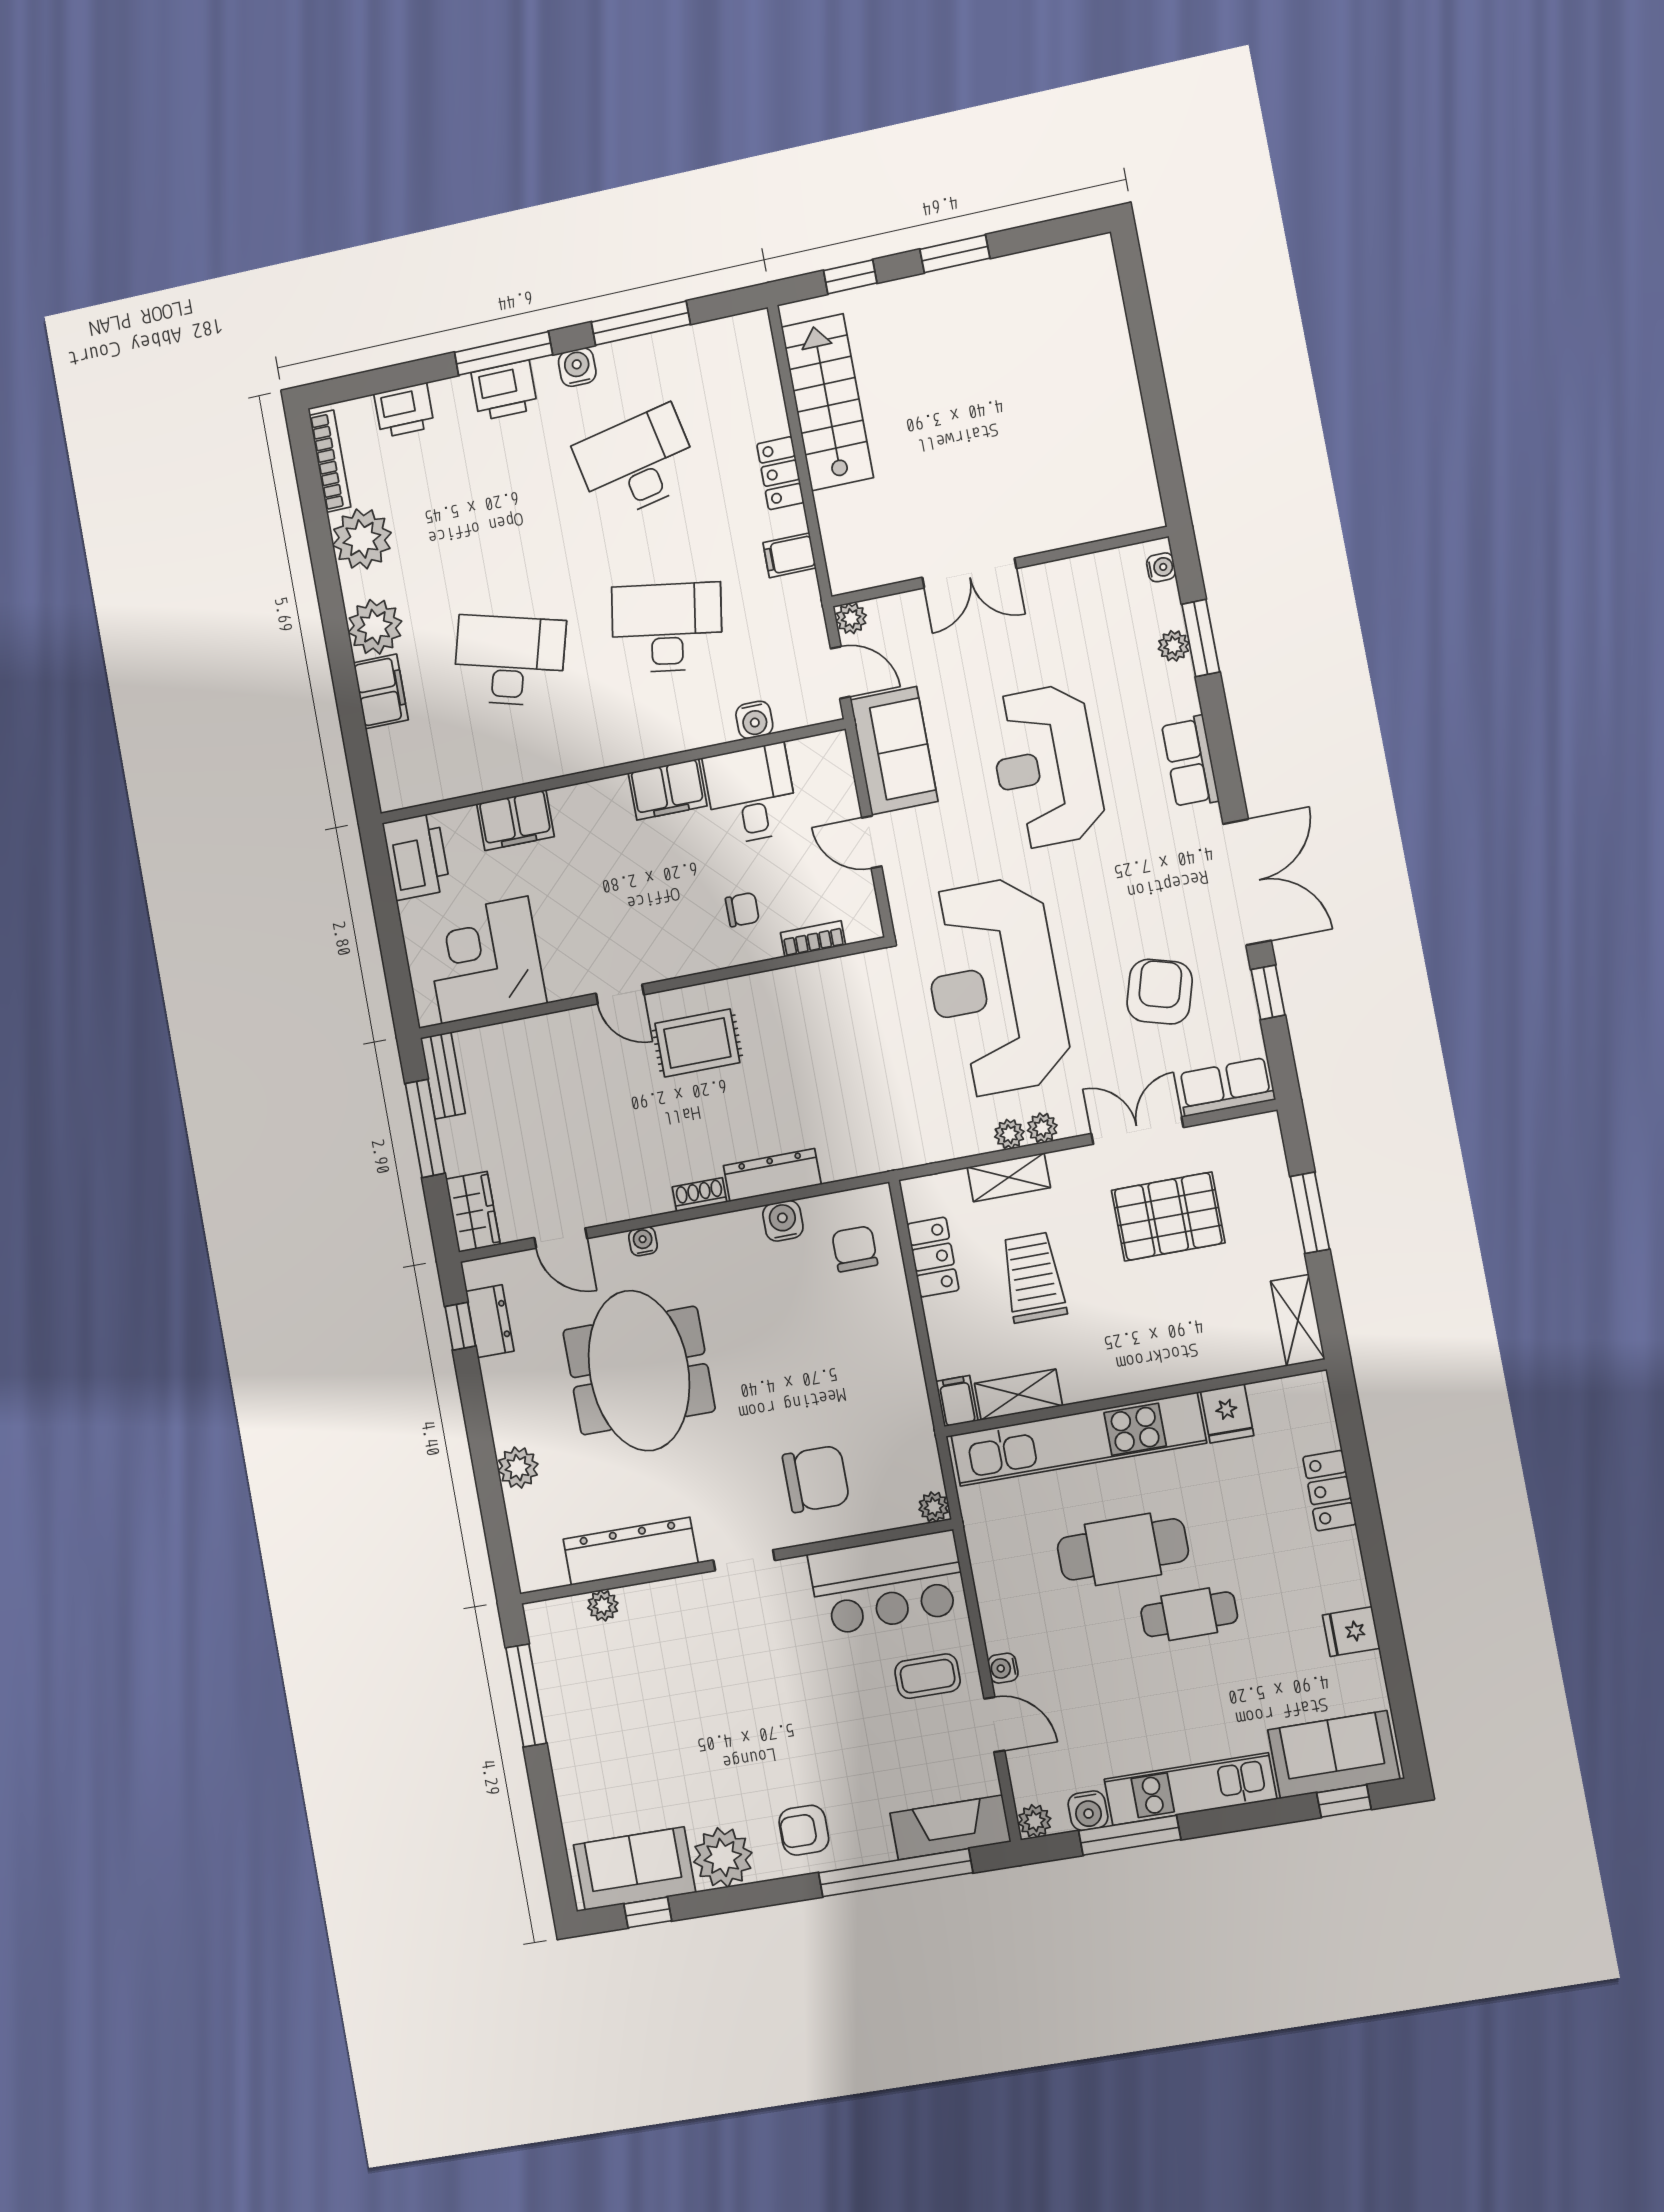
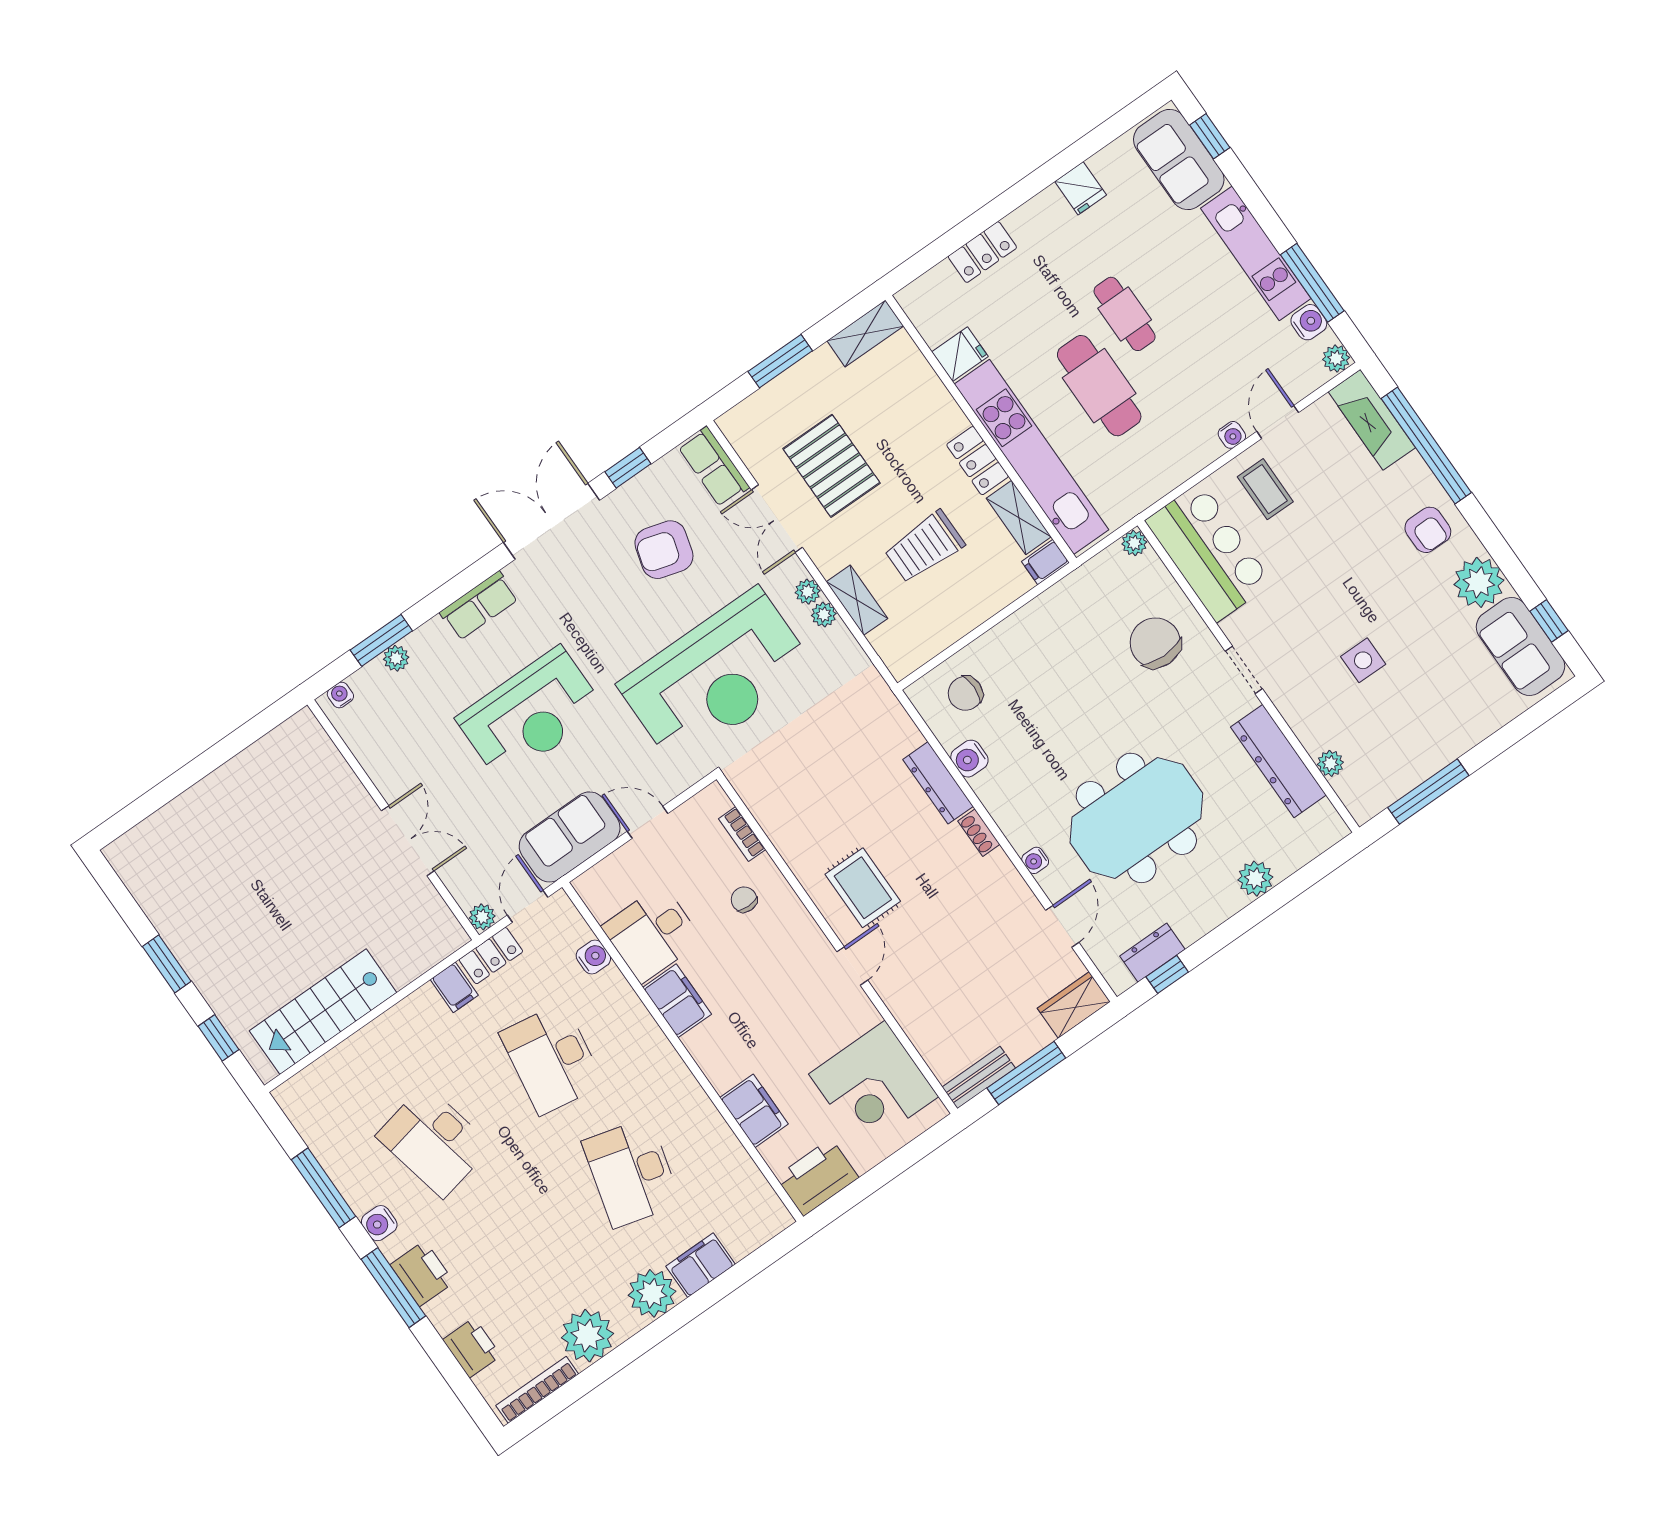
locker: (780, 473) -> (491, 956), moved
door: (872, 842) -> (647, 822), swing flipped
locker: (933, 1257) -> (978, 461), moved, turned -90
side table: (696, 1693) -> (1363, 660), added

